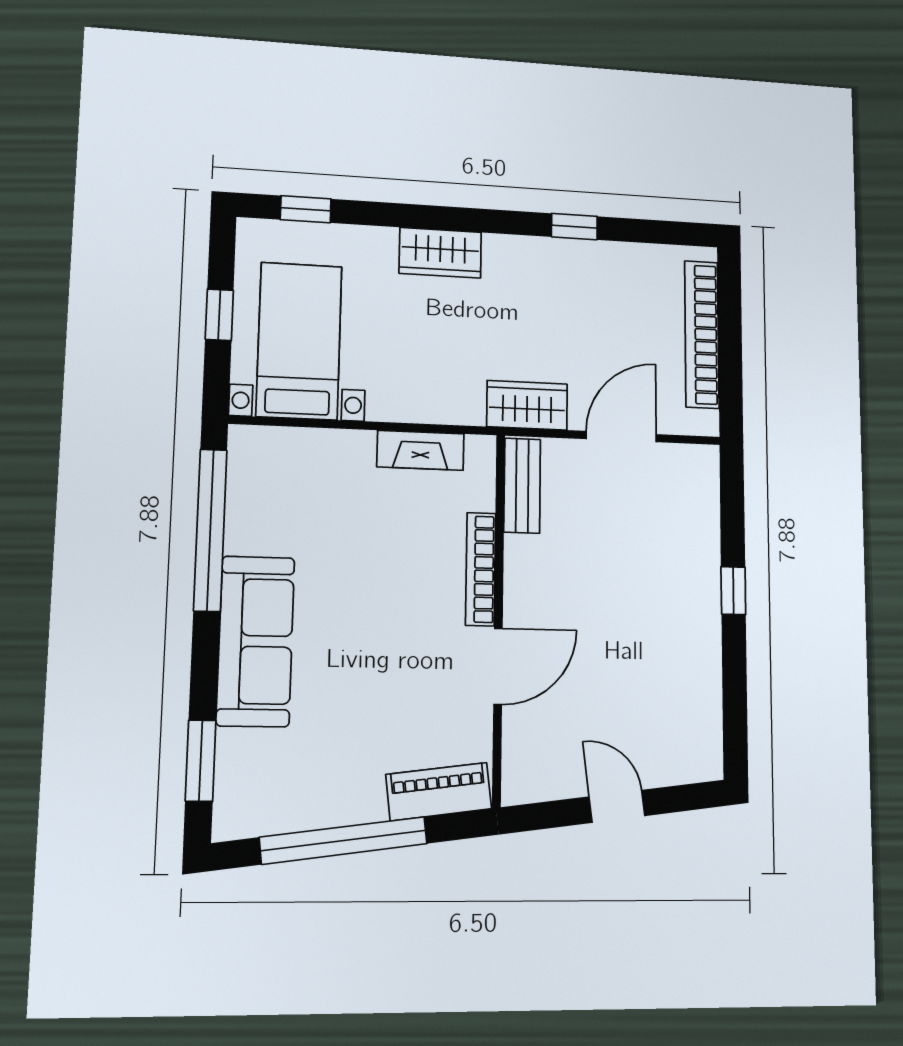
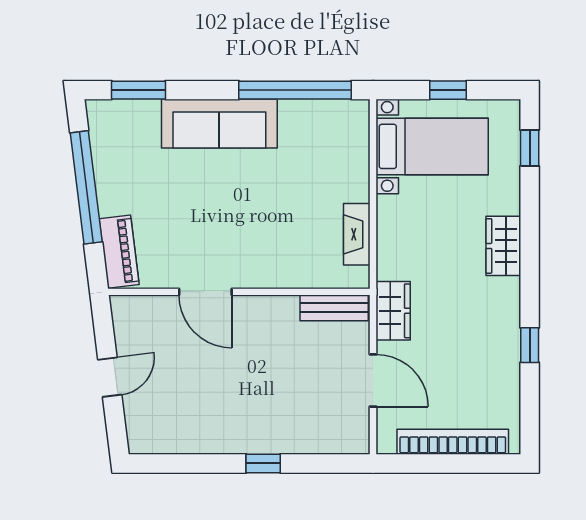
bookcase: (481, 569) -> (273, 279), removed

